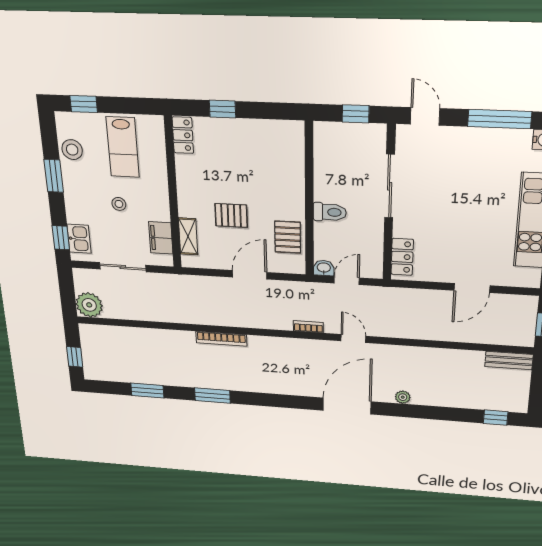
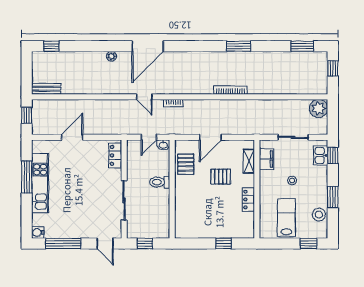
locker: (183, 135) -> (248, 199), moved
window: (147, 391) -> (302, 46), moved

